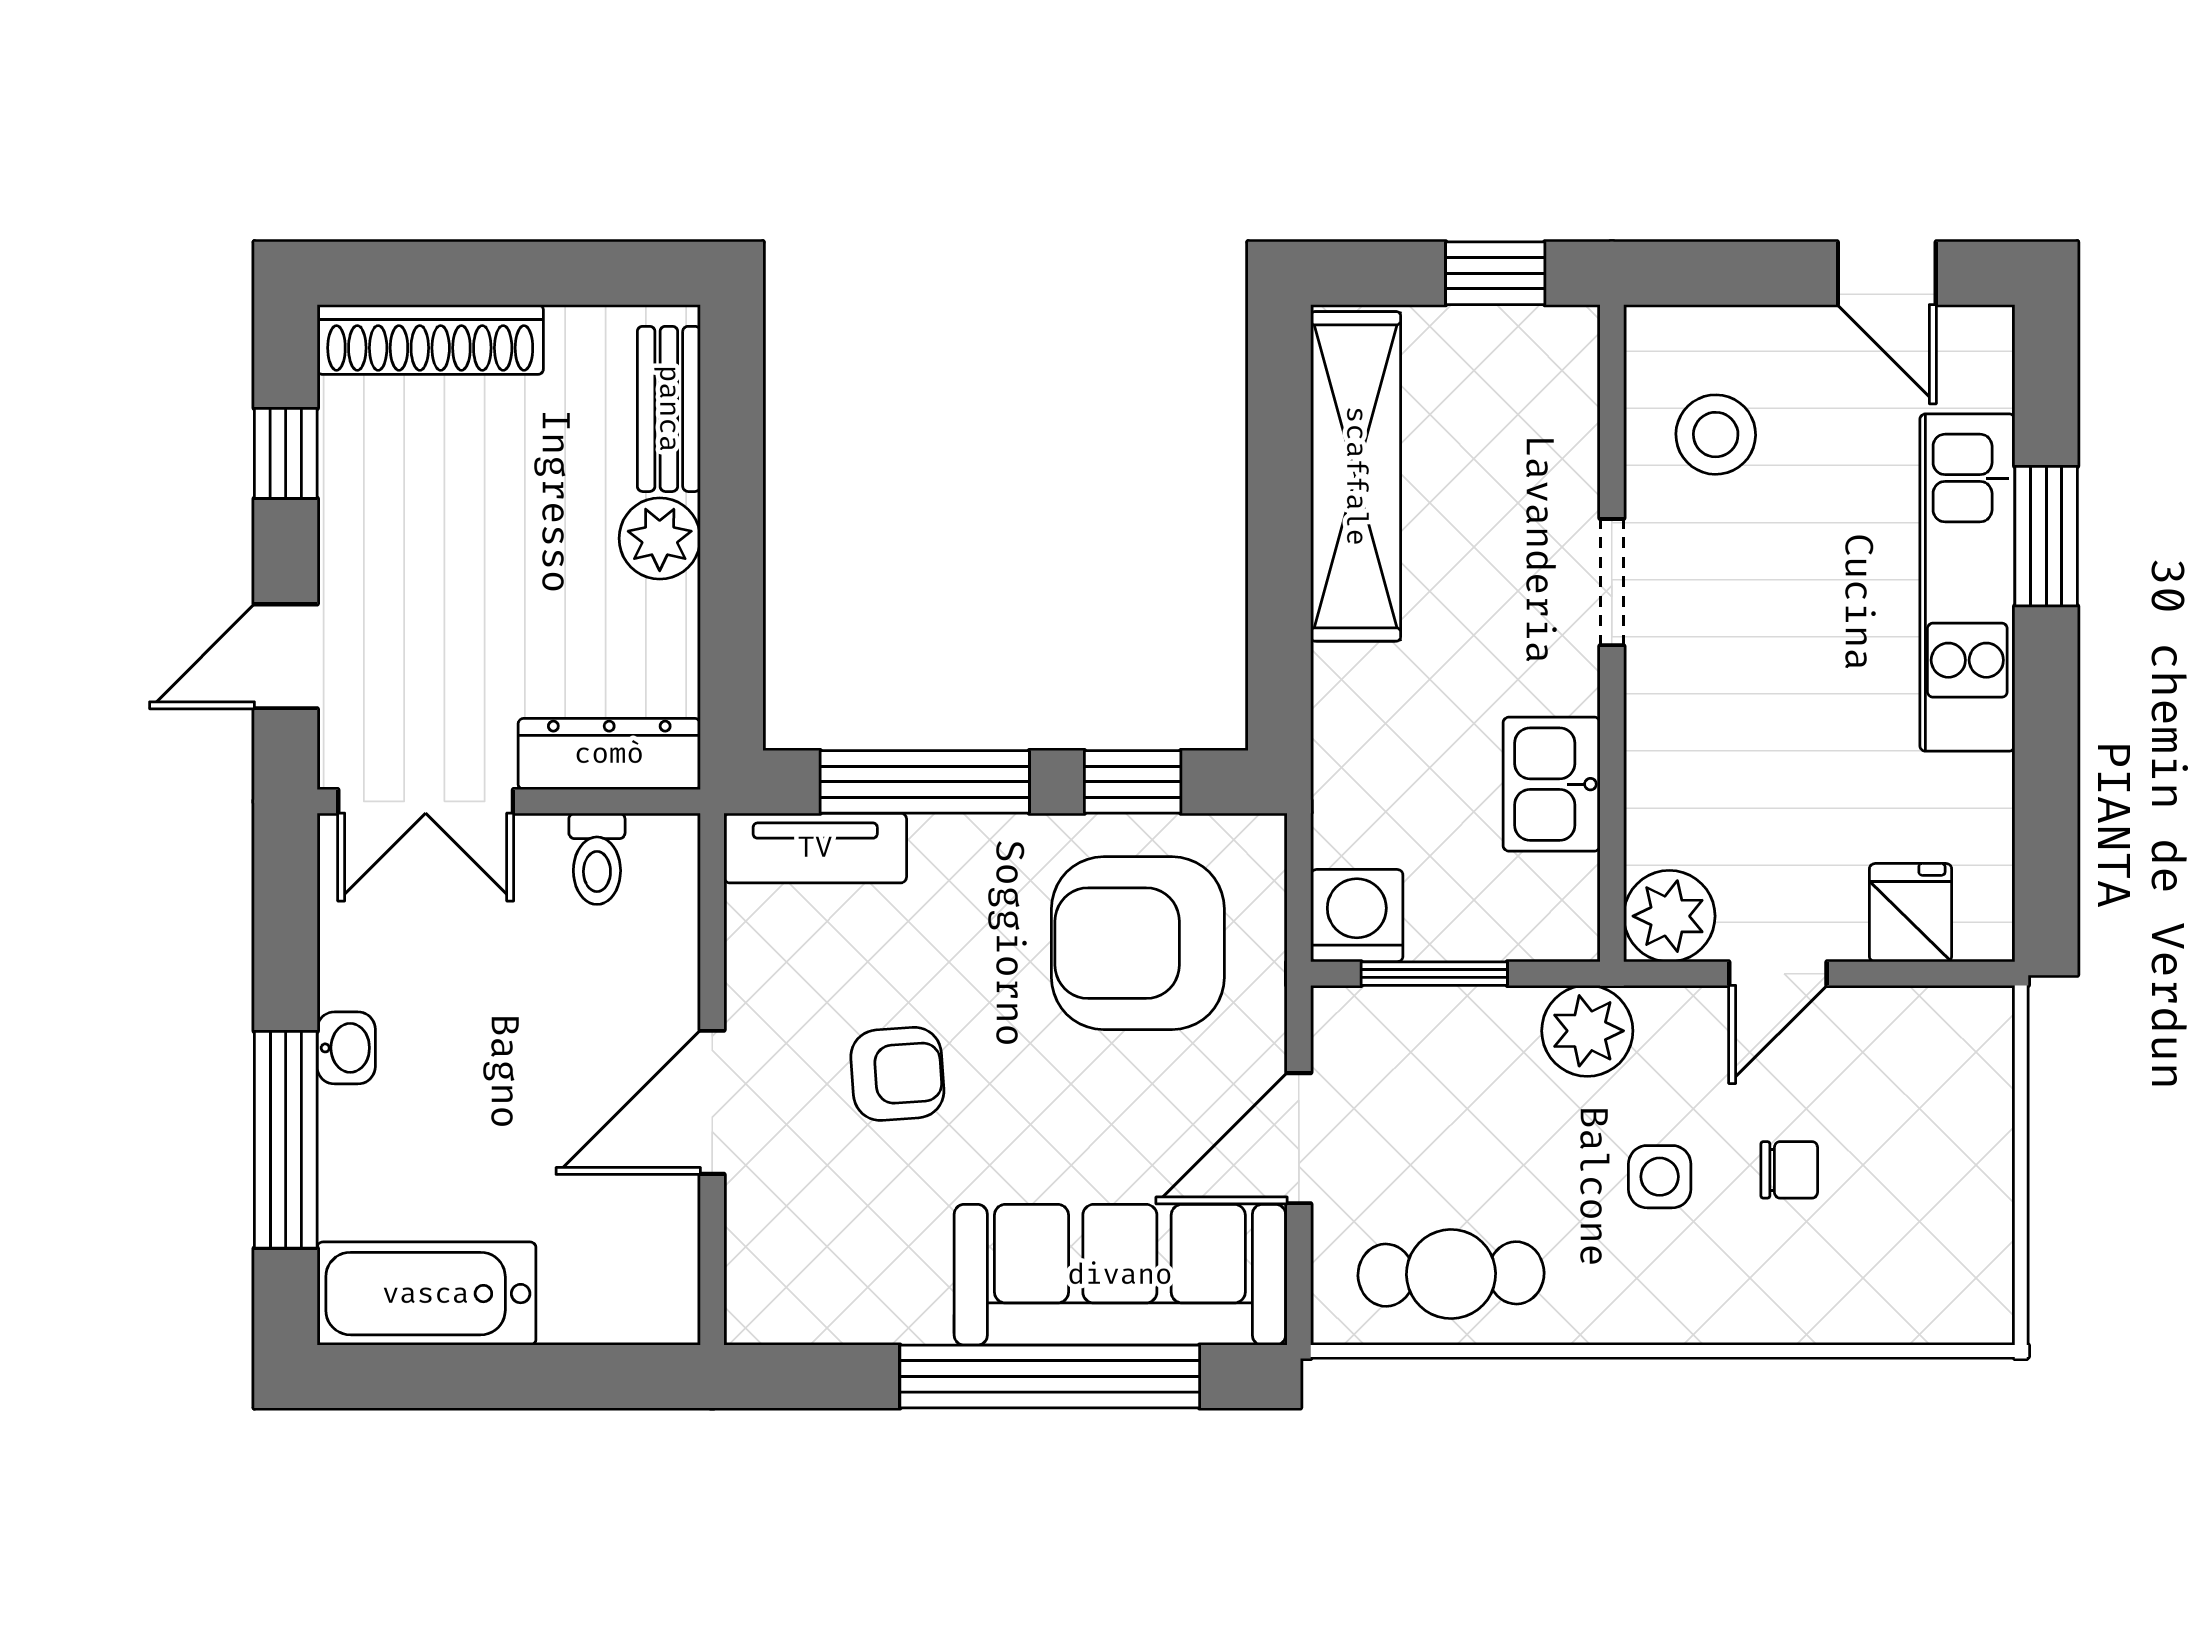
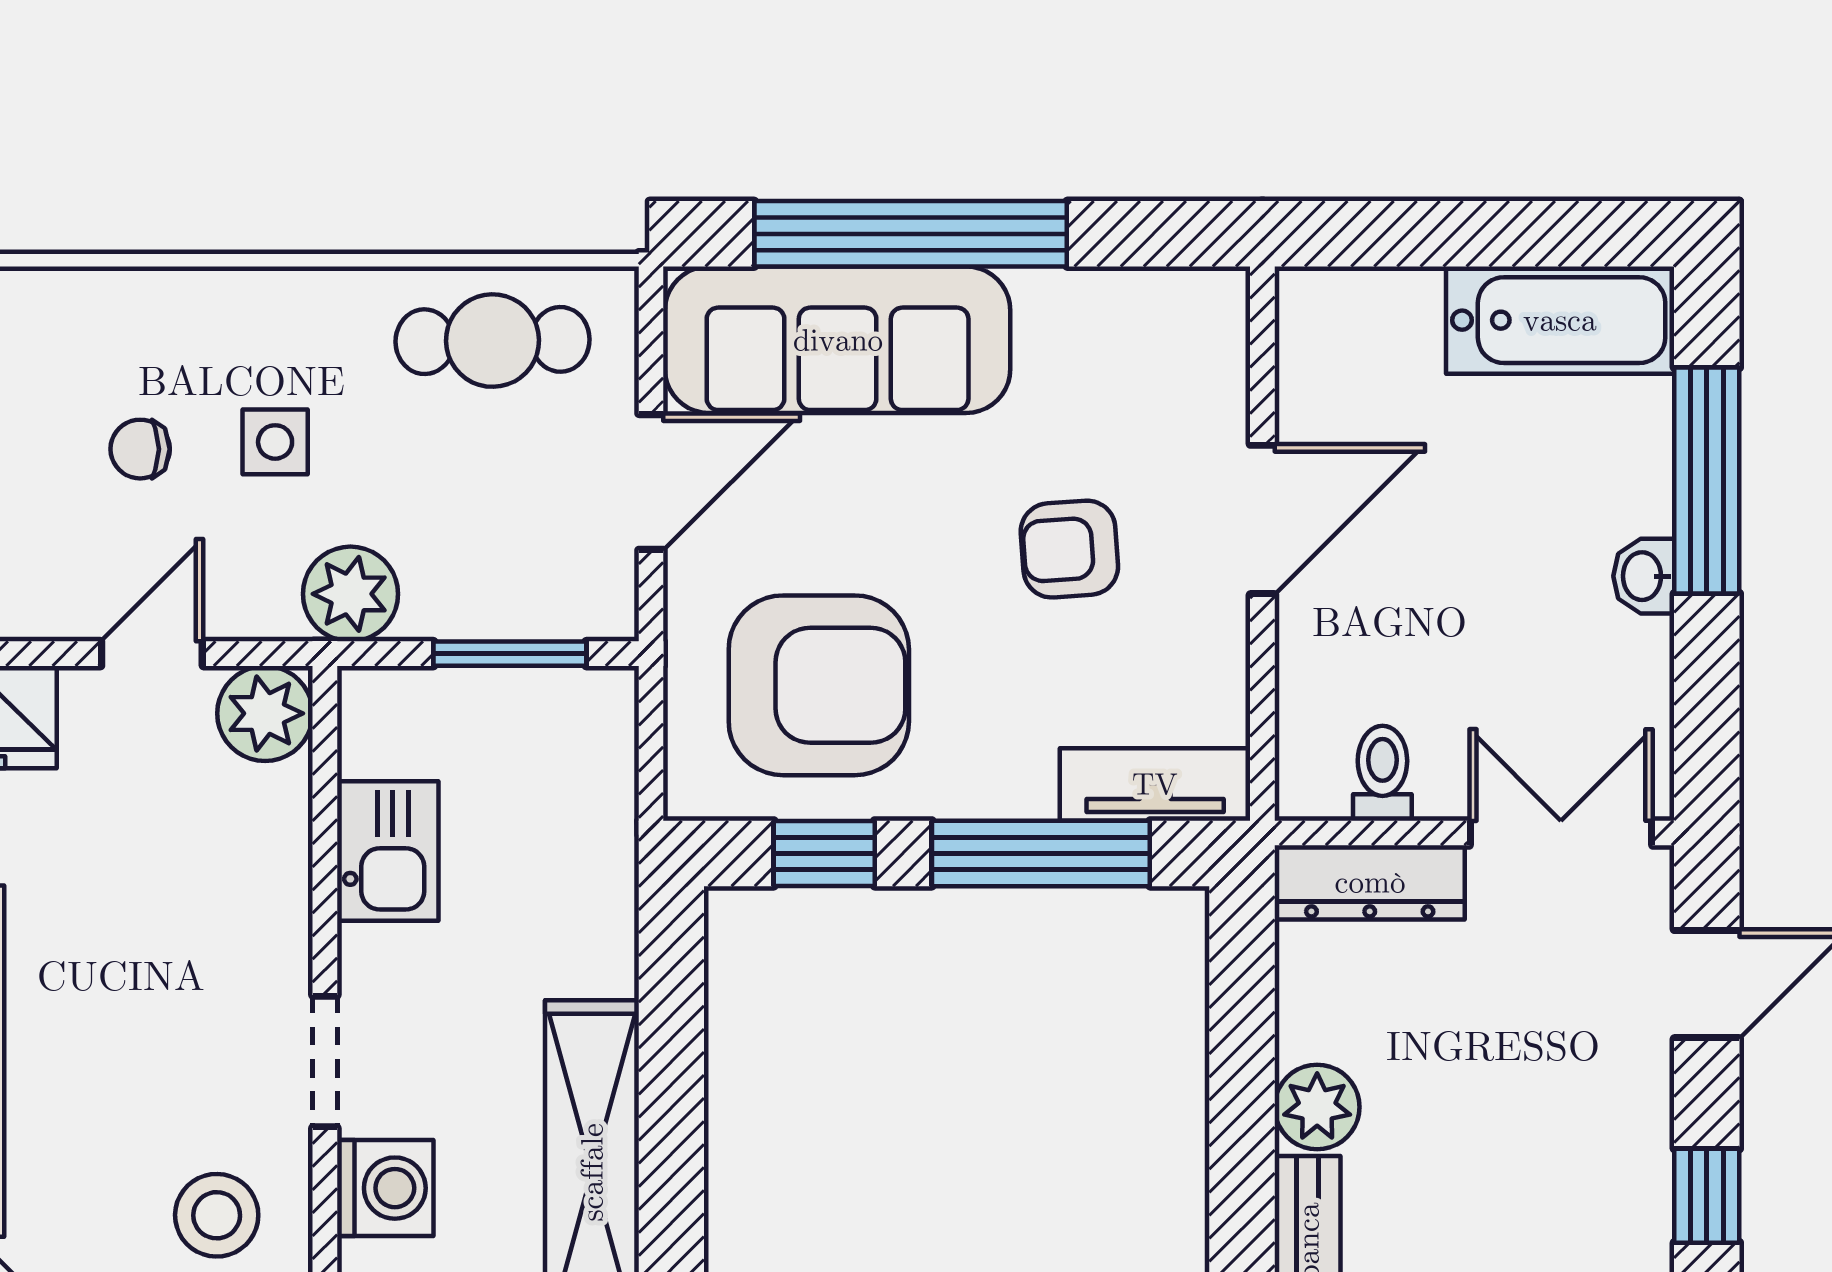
washing machine: (1357, 916) -> (385, 1188), moved, turned -90

